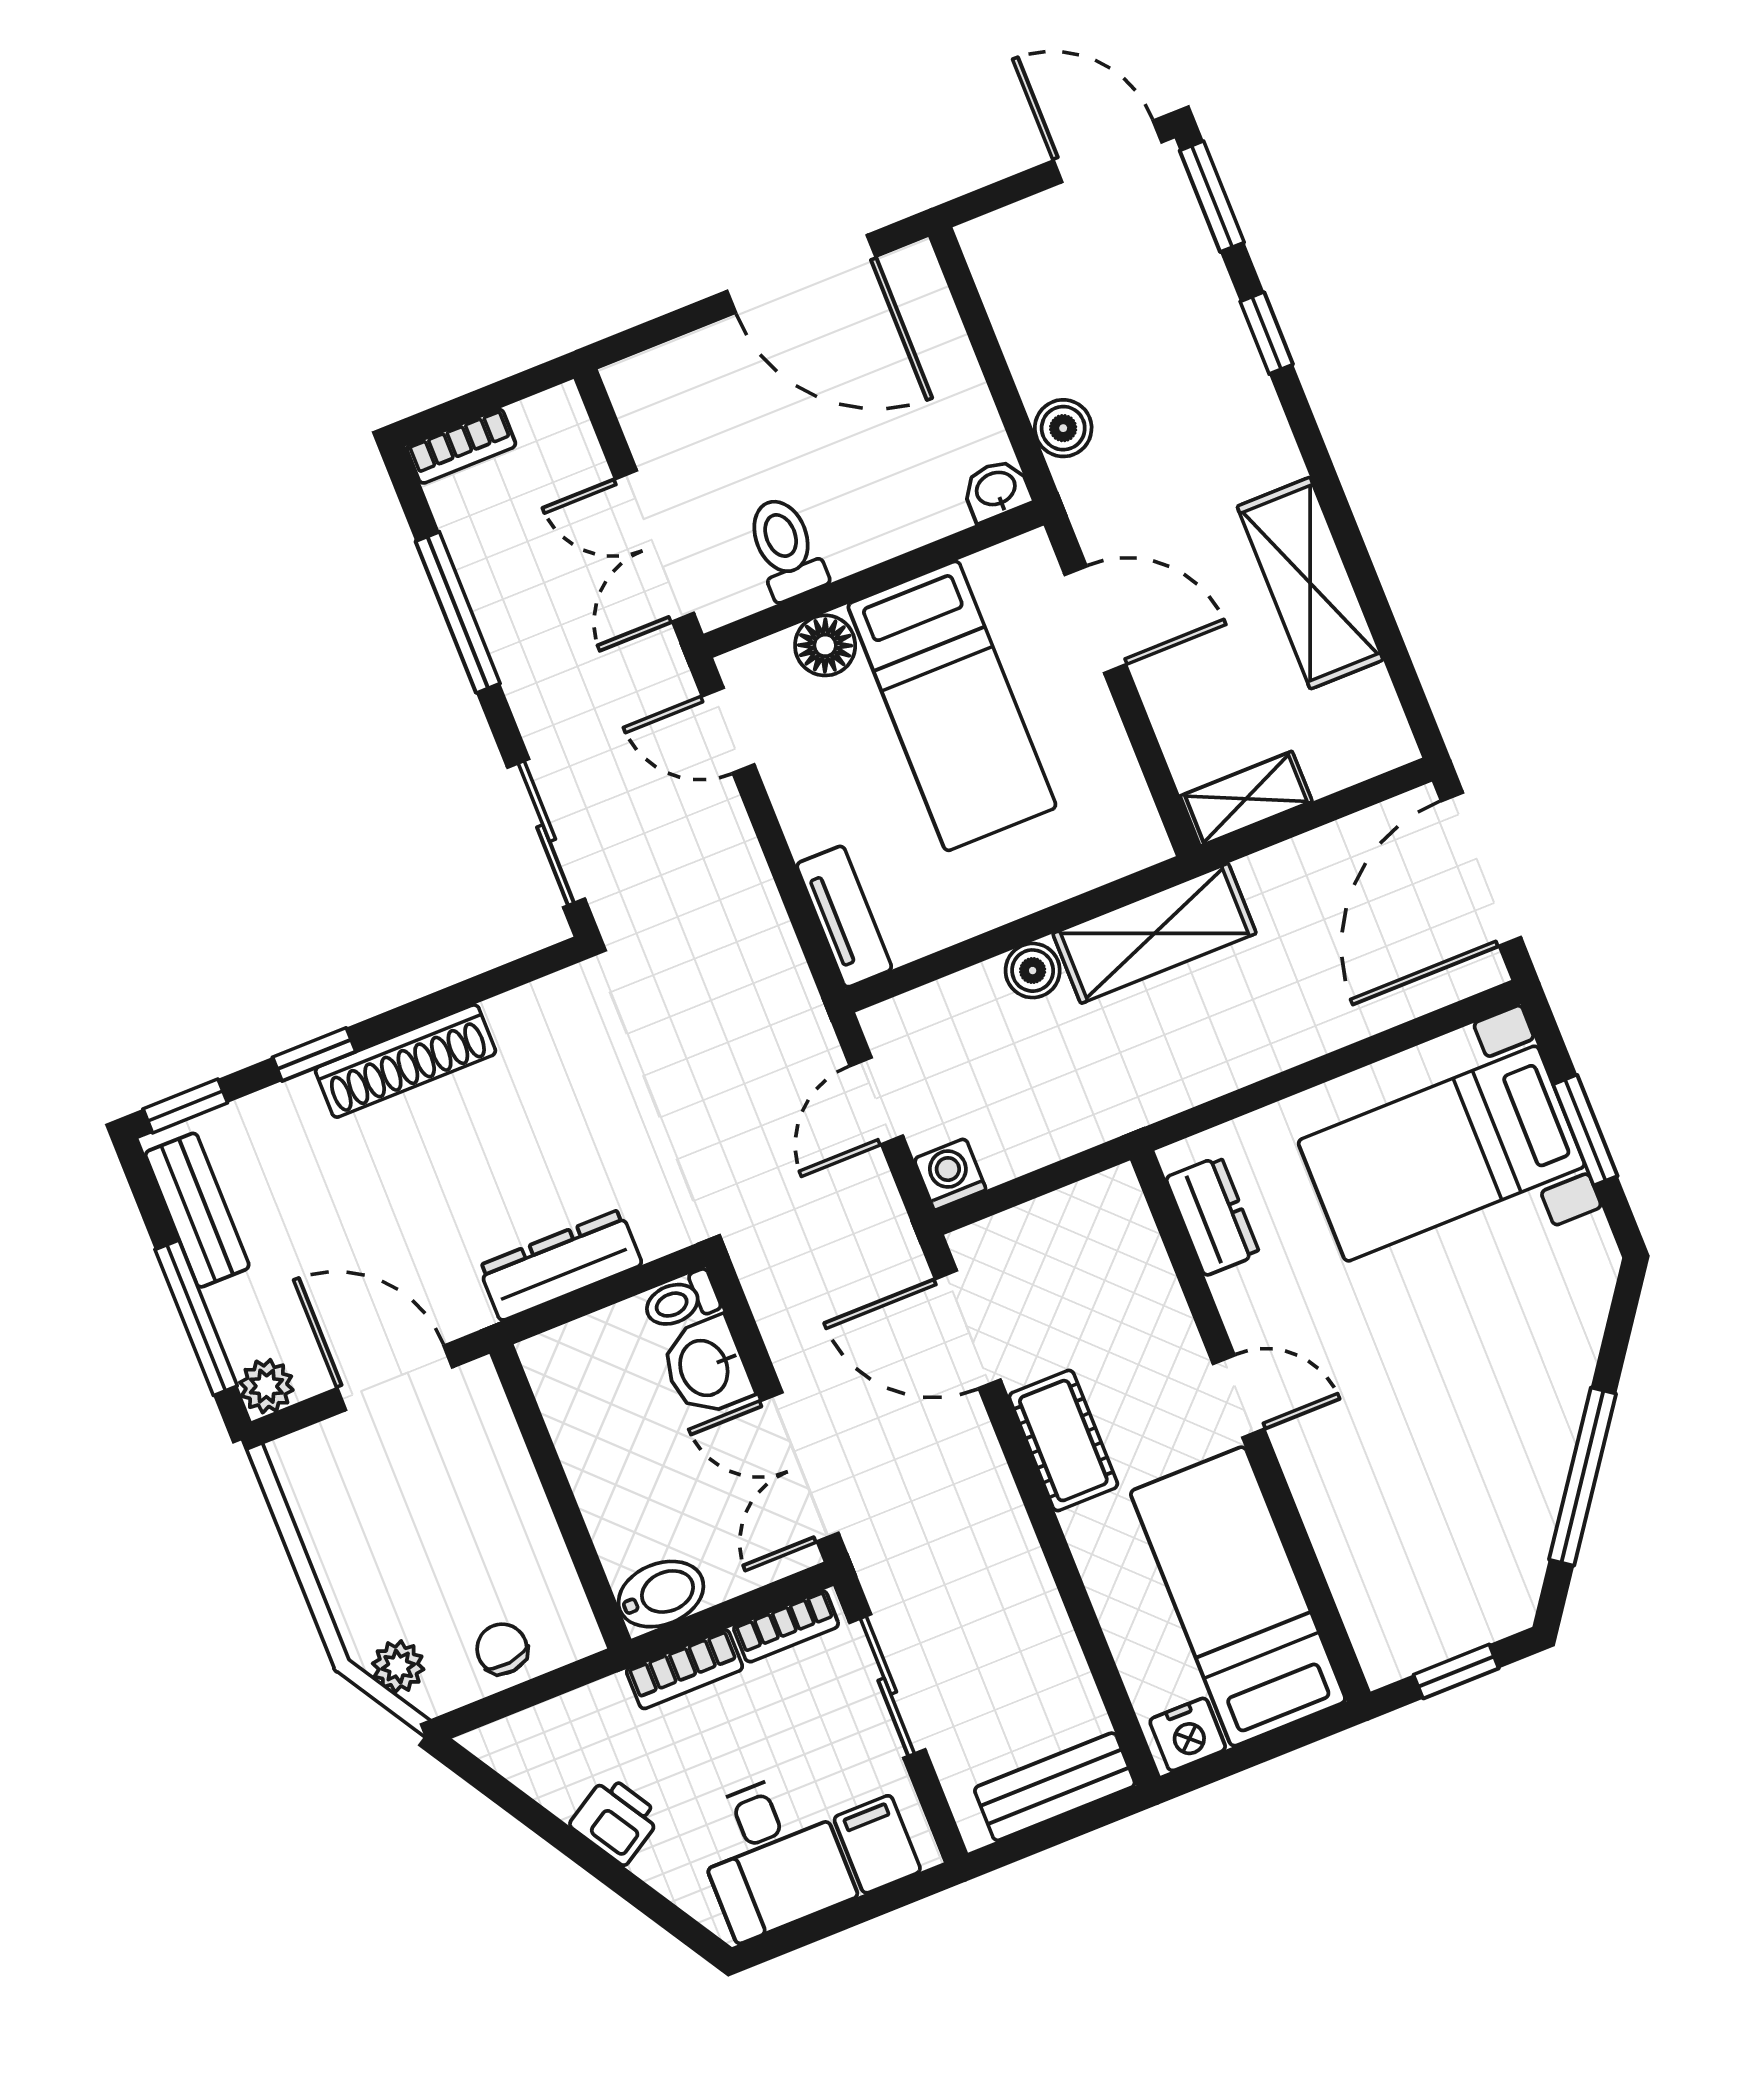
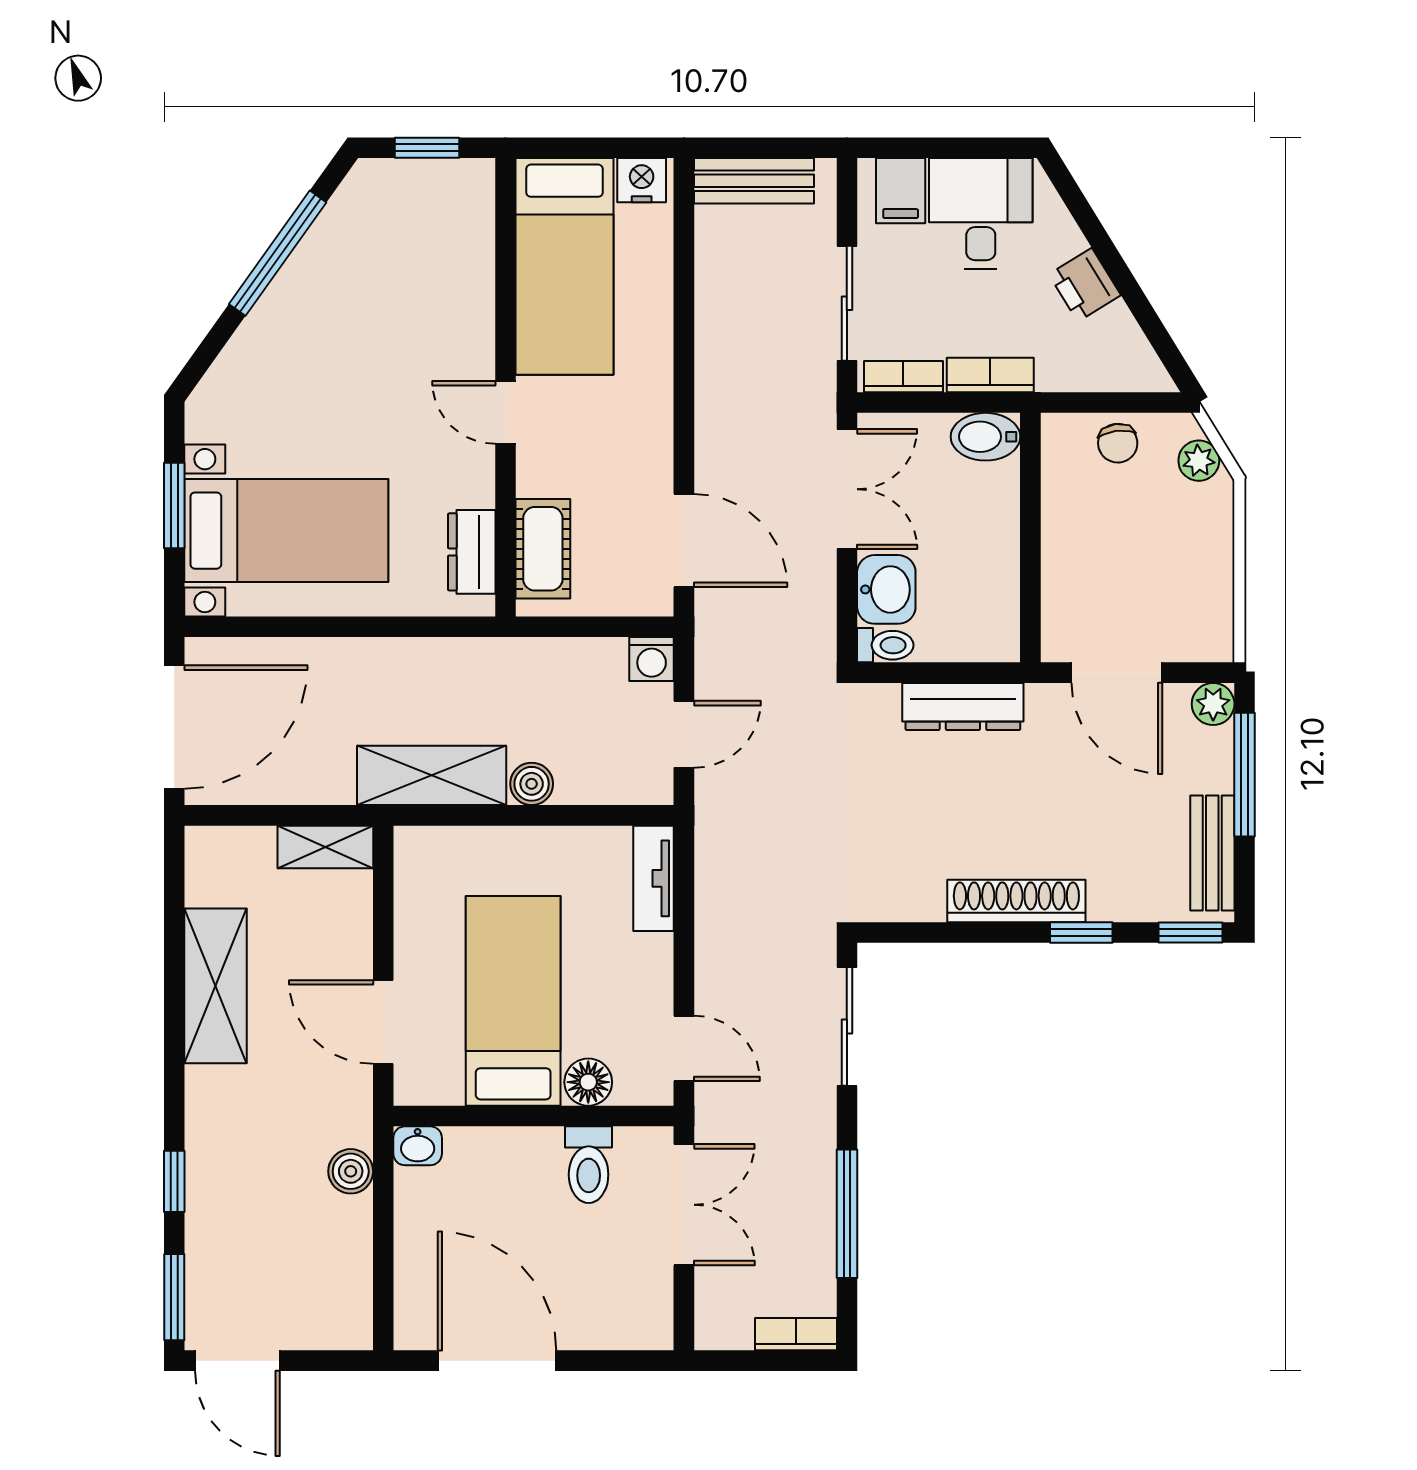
cot: (1063, 1441) -> (543, 549), moved

